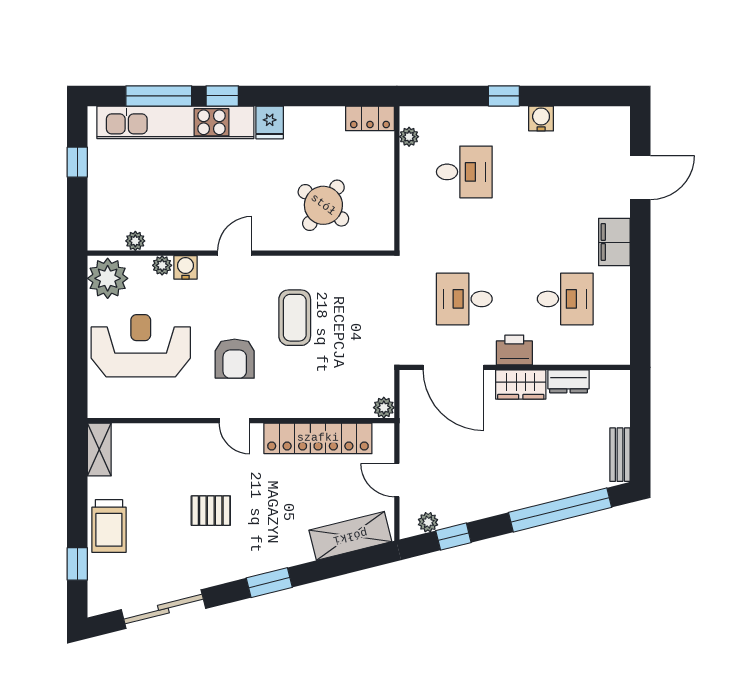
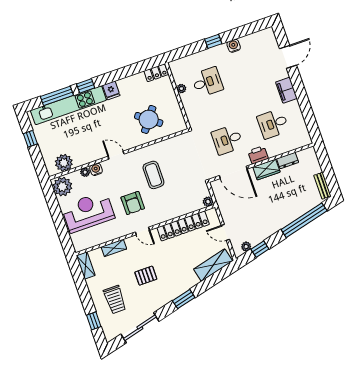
plant: (409, 137) -> (181, 89), moved
plant: (135, 241) -> (64, 163), width x1.88, depth x1.88
door: (235, 253) -> (116, 155), hinge flipped
desk: (565, 299) -> (273, 124), turned 180
shelving: (167, 434) -> (114, 248), added
trolley: (109, 526) -> (115, 300), moved

